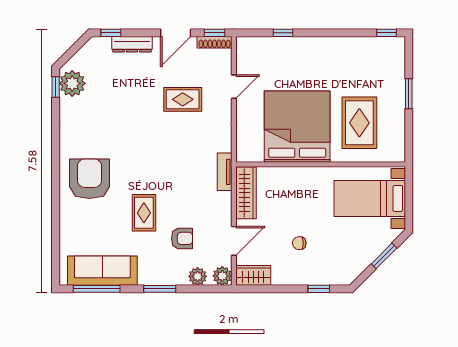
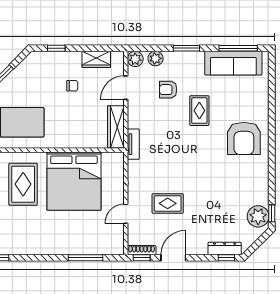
window: (283, 33) -> (86, 258), width x2.17
dresser: (132, 44) -> (225, 249), moved
wardrobe: (253, 275) -> (96, 59), moved

